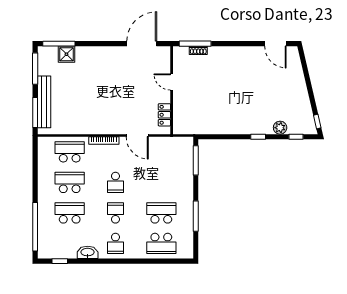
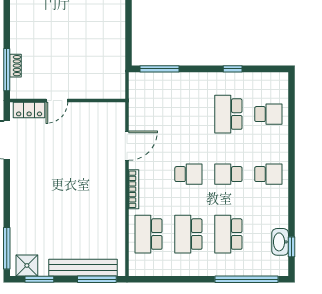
shower: (66, 54) -> (27, 265), moved
window: (35, 69) -> (39, 279), width x0.69
locker: (164, 115) -> (29, 110), moved
window: (196, 216) -> (233, 69), width x0.46
school desk: (161, 243) -> (268, 114), width x0.54
washbasin: (88, 252) -> (280, 242), moved

